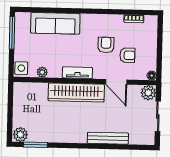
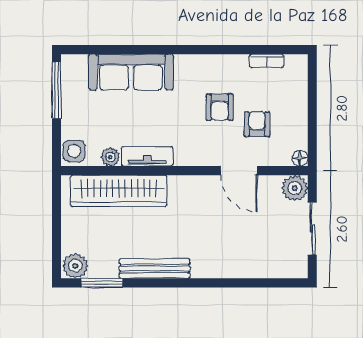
armchair: (106, 45) -> (220, 107), turned 180
armchair: (127, 55) -> (257, 124), turned -90
tv unit: (77, 73) -> (147, 156), moved
wardrobe: (76, 93) -> (119, 191), moved
bench: (108, 138) -> (155, 268), moved

